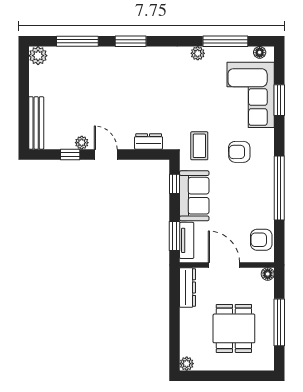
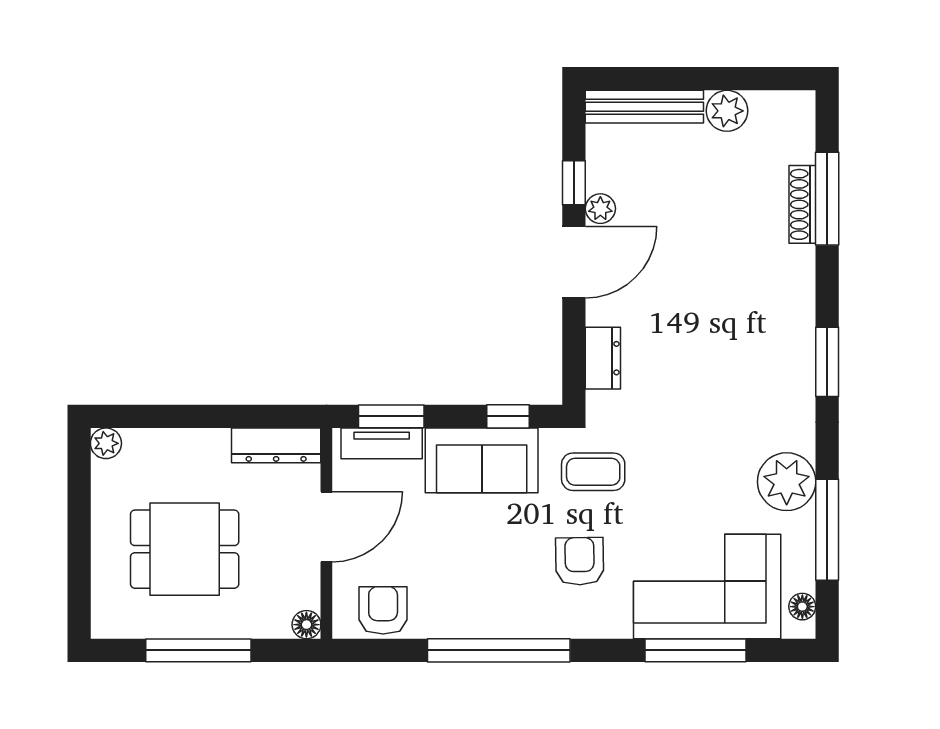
window: (131, 41) -> (827, 362), moved
shoe rack: (80, 52) -> (802, 204), added
plant: (198, 53) -> (787, 482), width x1.87, depth x1.87
plant: (38, 56) -> (727, 111), moved
window: (279, 100) -> (695, 650), width x1.44
door: (106, 154) -> (574, 262), width x1.38

